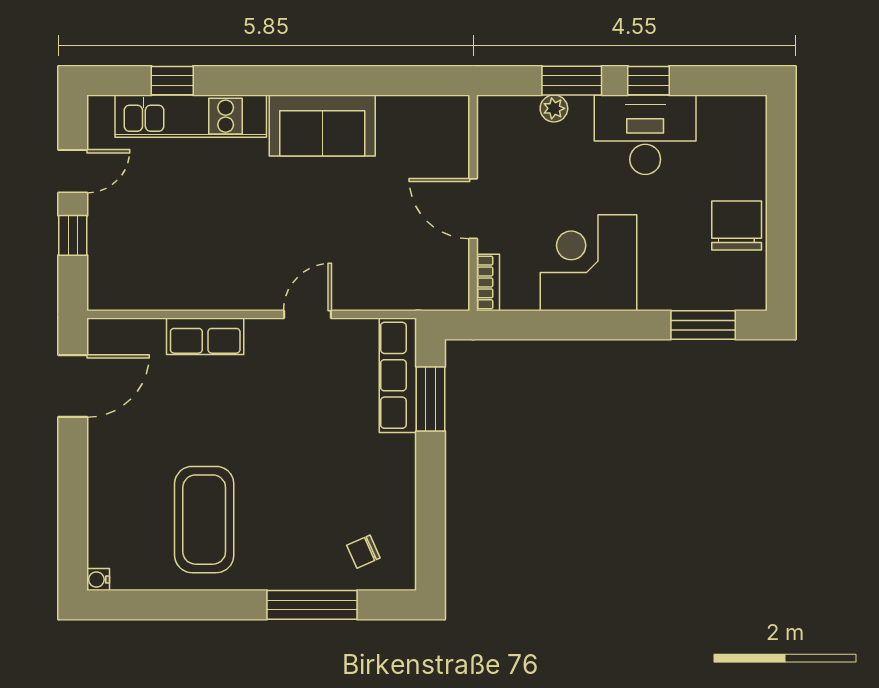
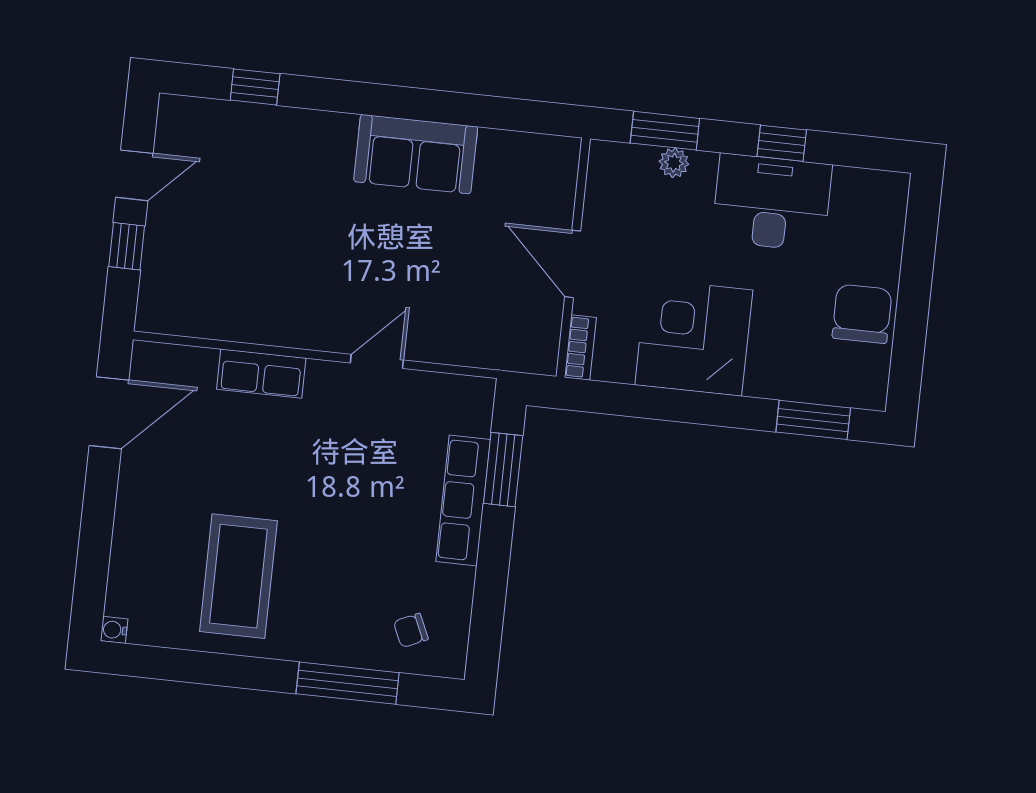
window: (572, 81) -> (665, 131), moved
kitchen unit: (191, 116) -> (271, 128), removed
row of seats: (398, 375) -> (463, 500), moved

